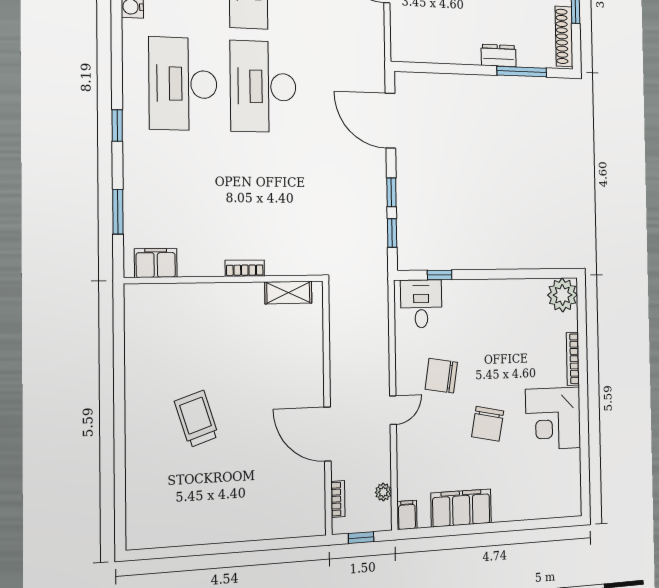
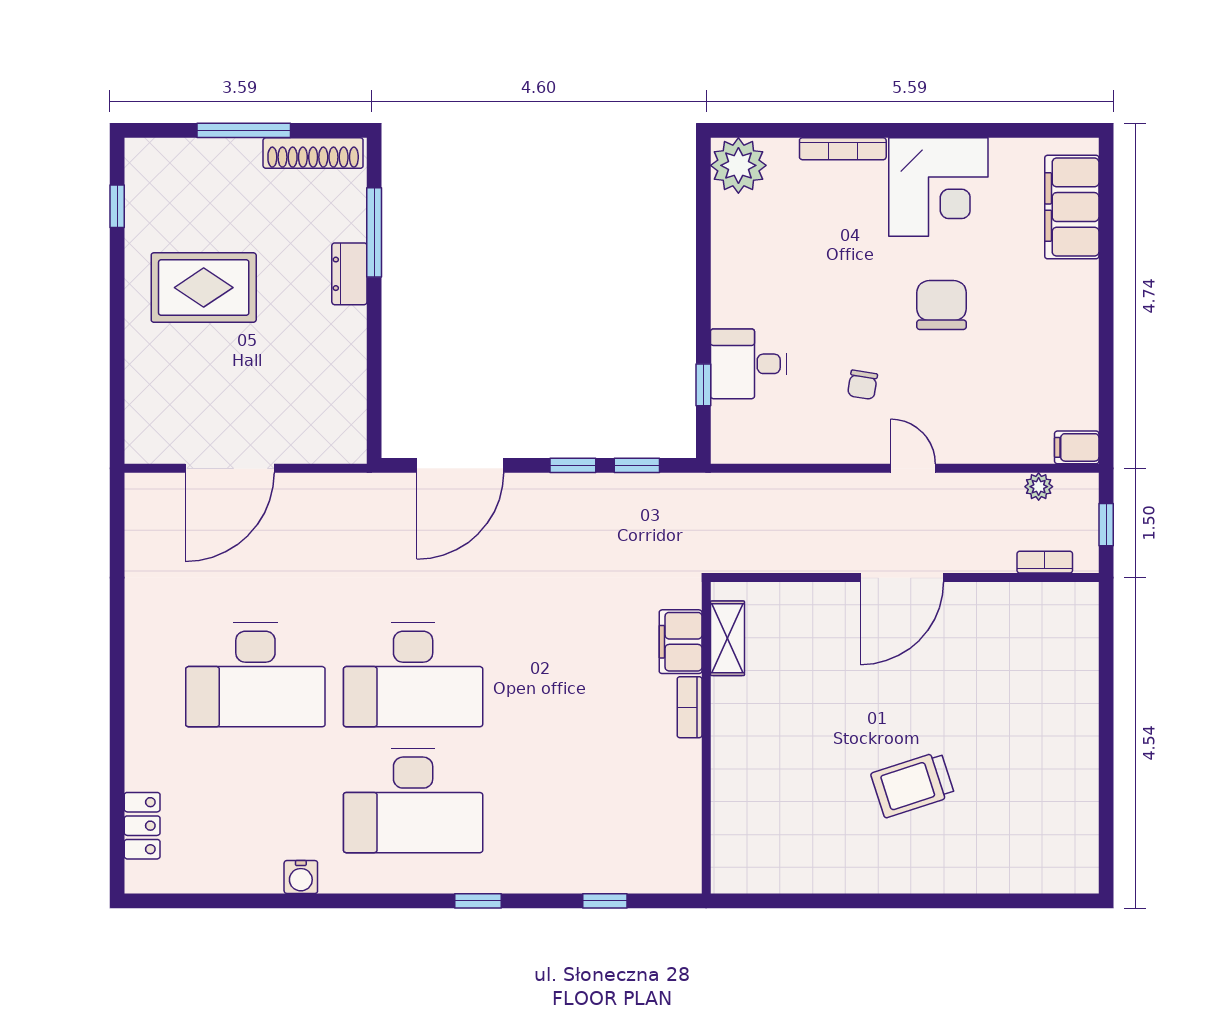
window: (118, 212) -> (605, 901), width x0.67
filing cabinet: (156, 263) -> (681, 642), moved
desk: (421, 304) -> (748, 364), moved
chair: (441, 376) -> (862, 385), width x0.54, depth x0.54
chair: (488, 424) -> (942, 305), turned -101
door: (328, 434) -> (902, 578), moved
filing cabinet: (461, 508) -> (1072, 207), moved

